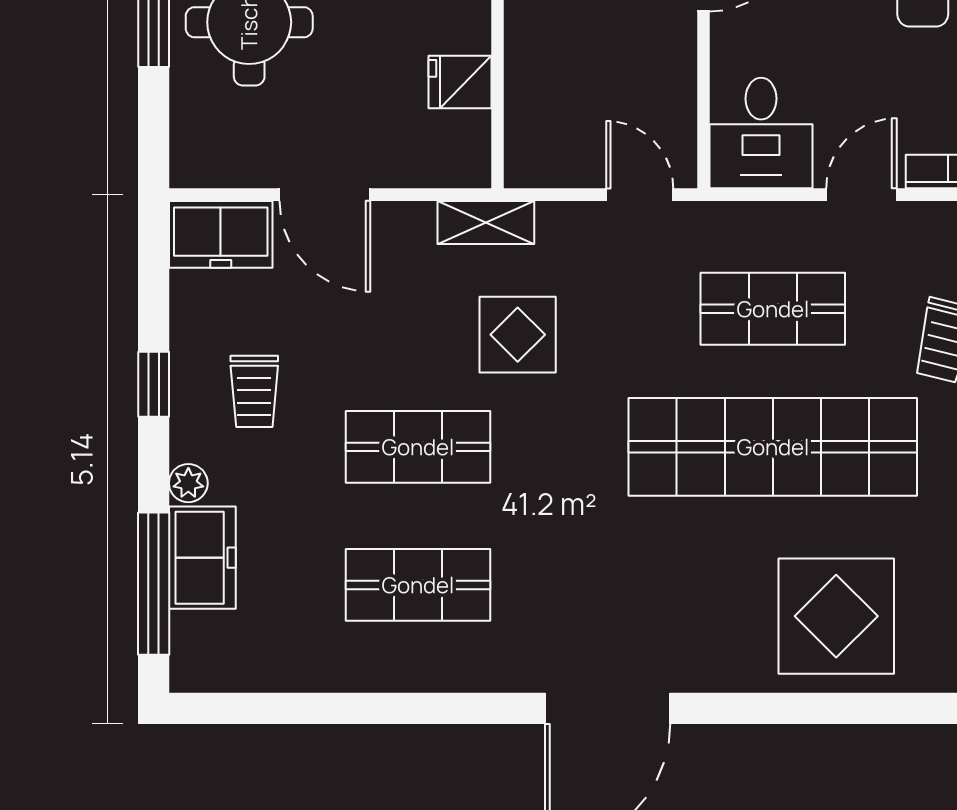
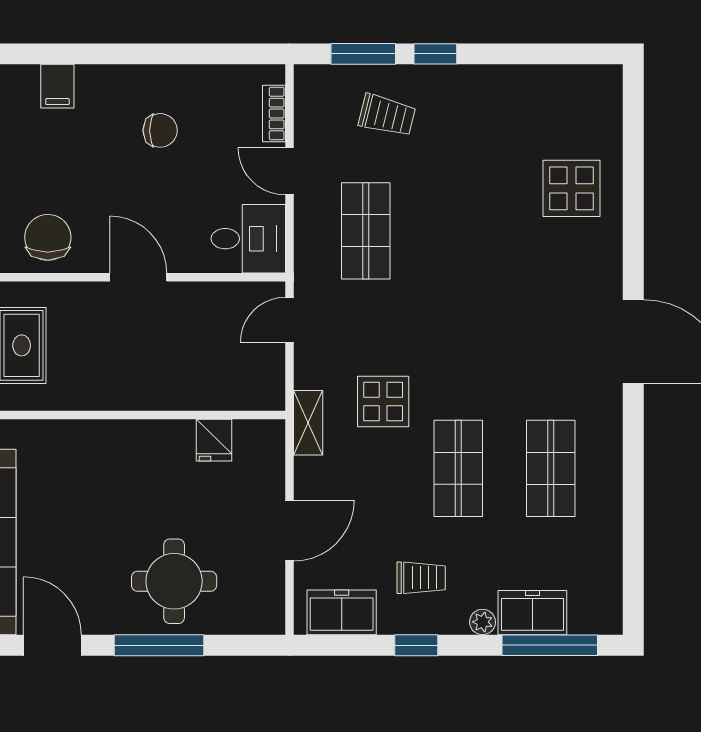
freezer: (221, 234) -> (342, 612), moved, turned -90
shop shelf: (773, 447) -> (458, 231), removed
display table: (836, 616) -> (572, 188), width x0.73, depth x0.73

